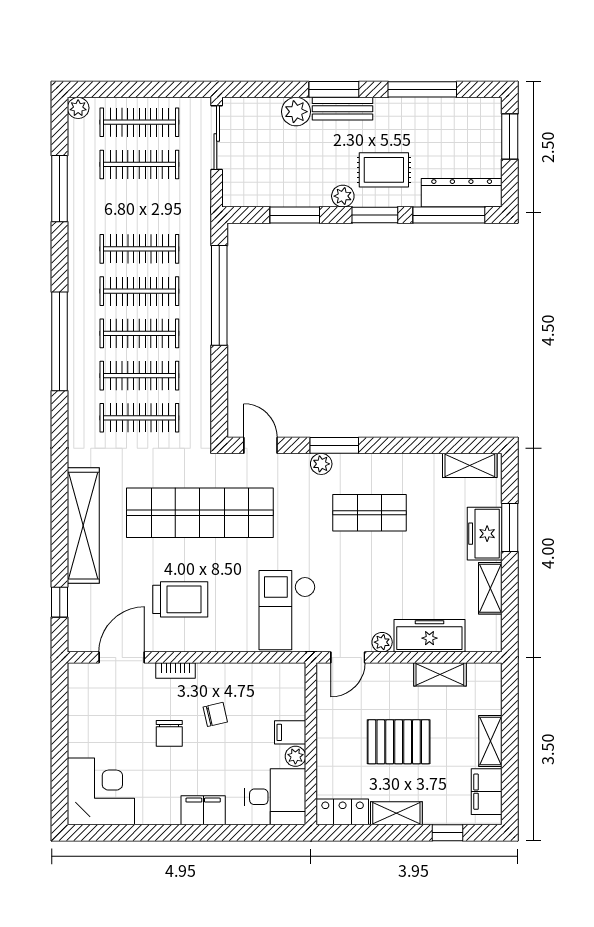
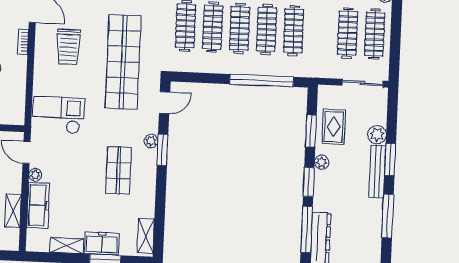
bench: (343, 109) -> (377, 171), width x1.36
rug: (384, 170) -> (334, 127), moved

